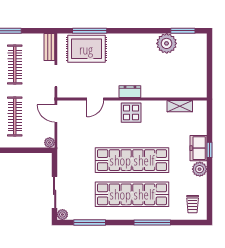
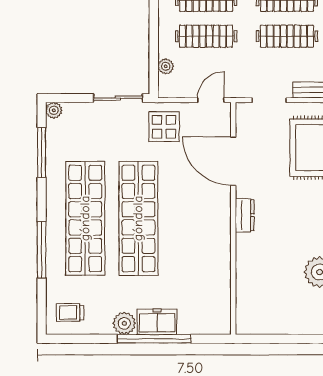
door: (95, 99) -> (233, 161), width x1.87
shelving: (180, 106) -> (222, 293), removed
display table: (131, 113) -> (164, 127), moved
plant: (50, 143) -> (166, 66), moved
window: (209, 150) -> (154, 339), width x3.17
sliding door: (55, 192) -> (118, 98), moved

